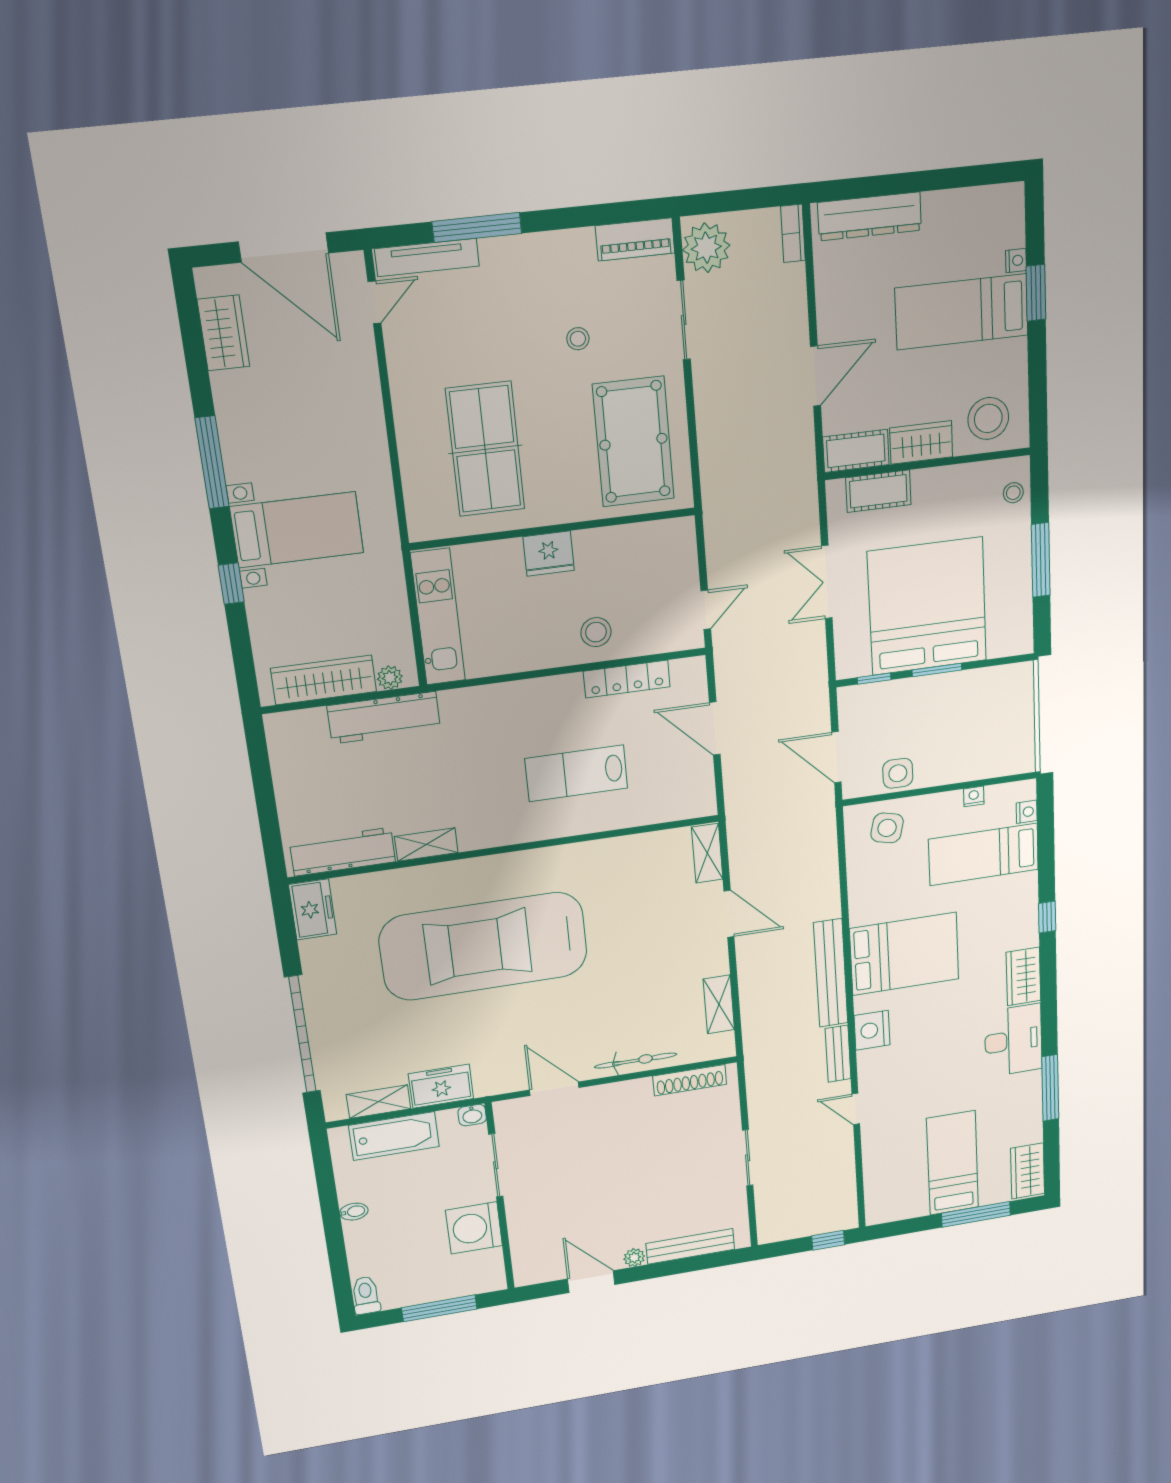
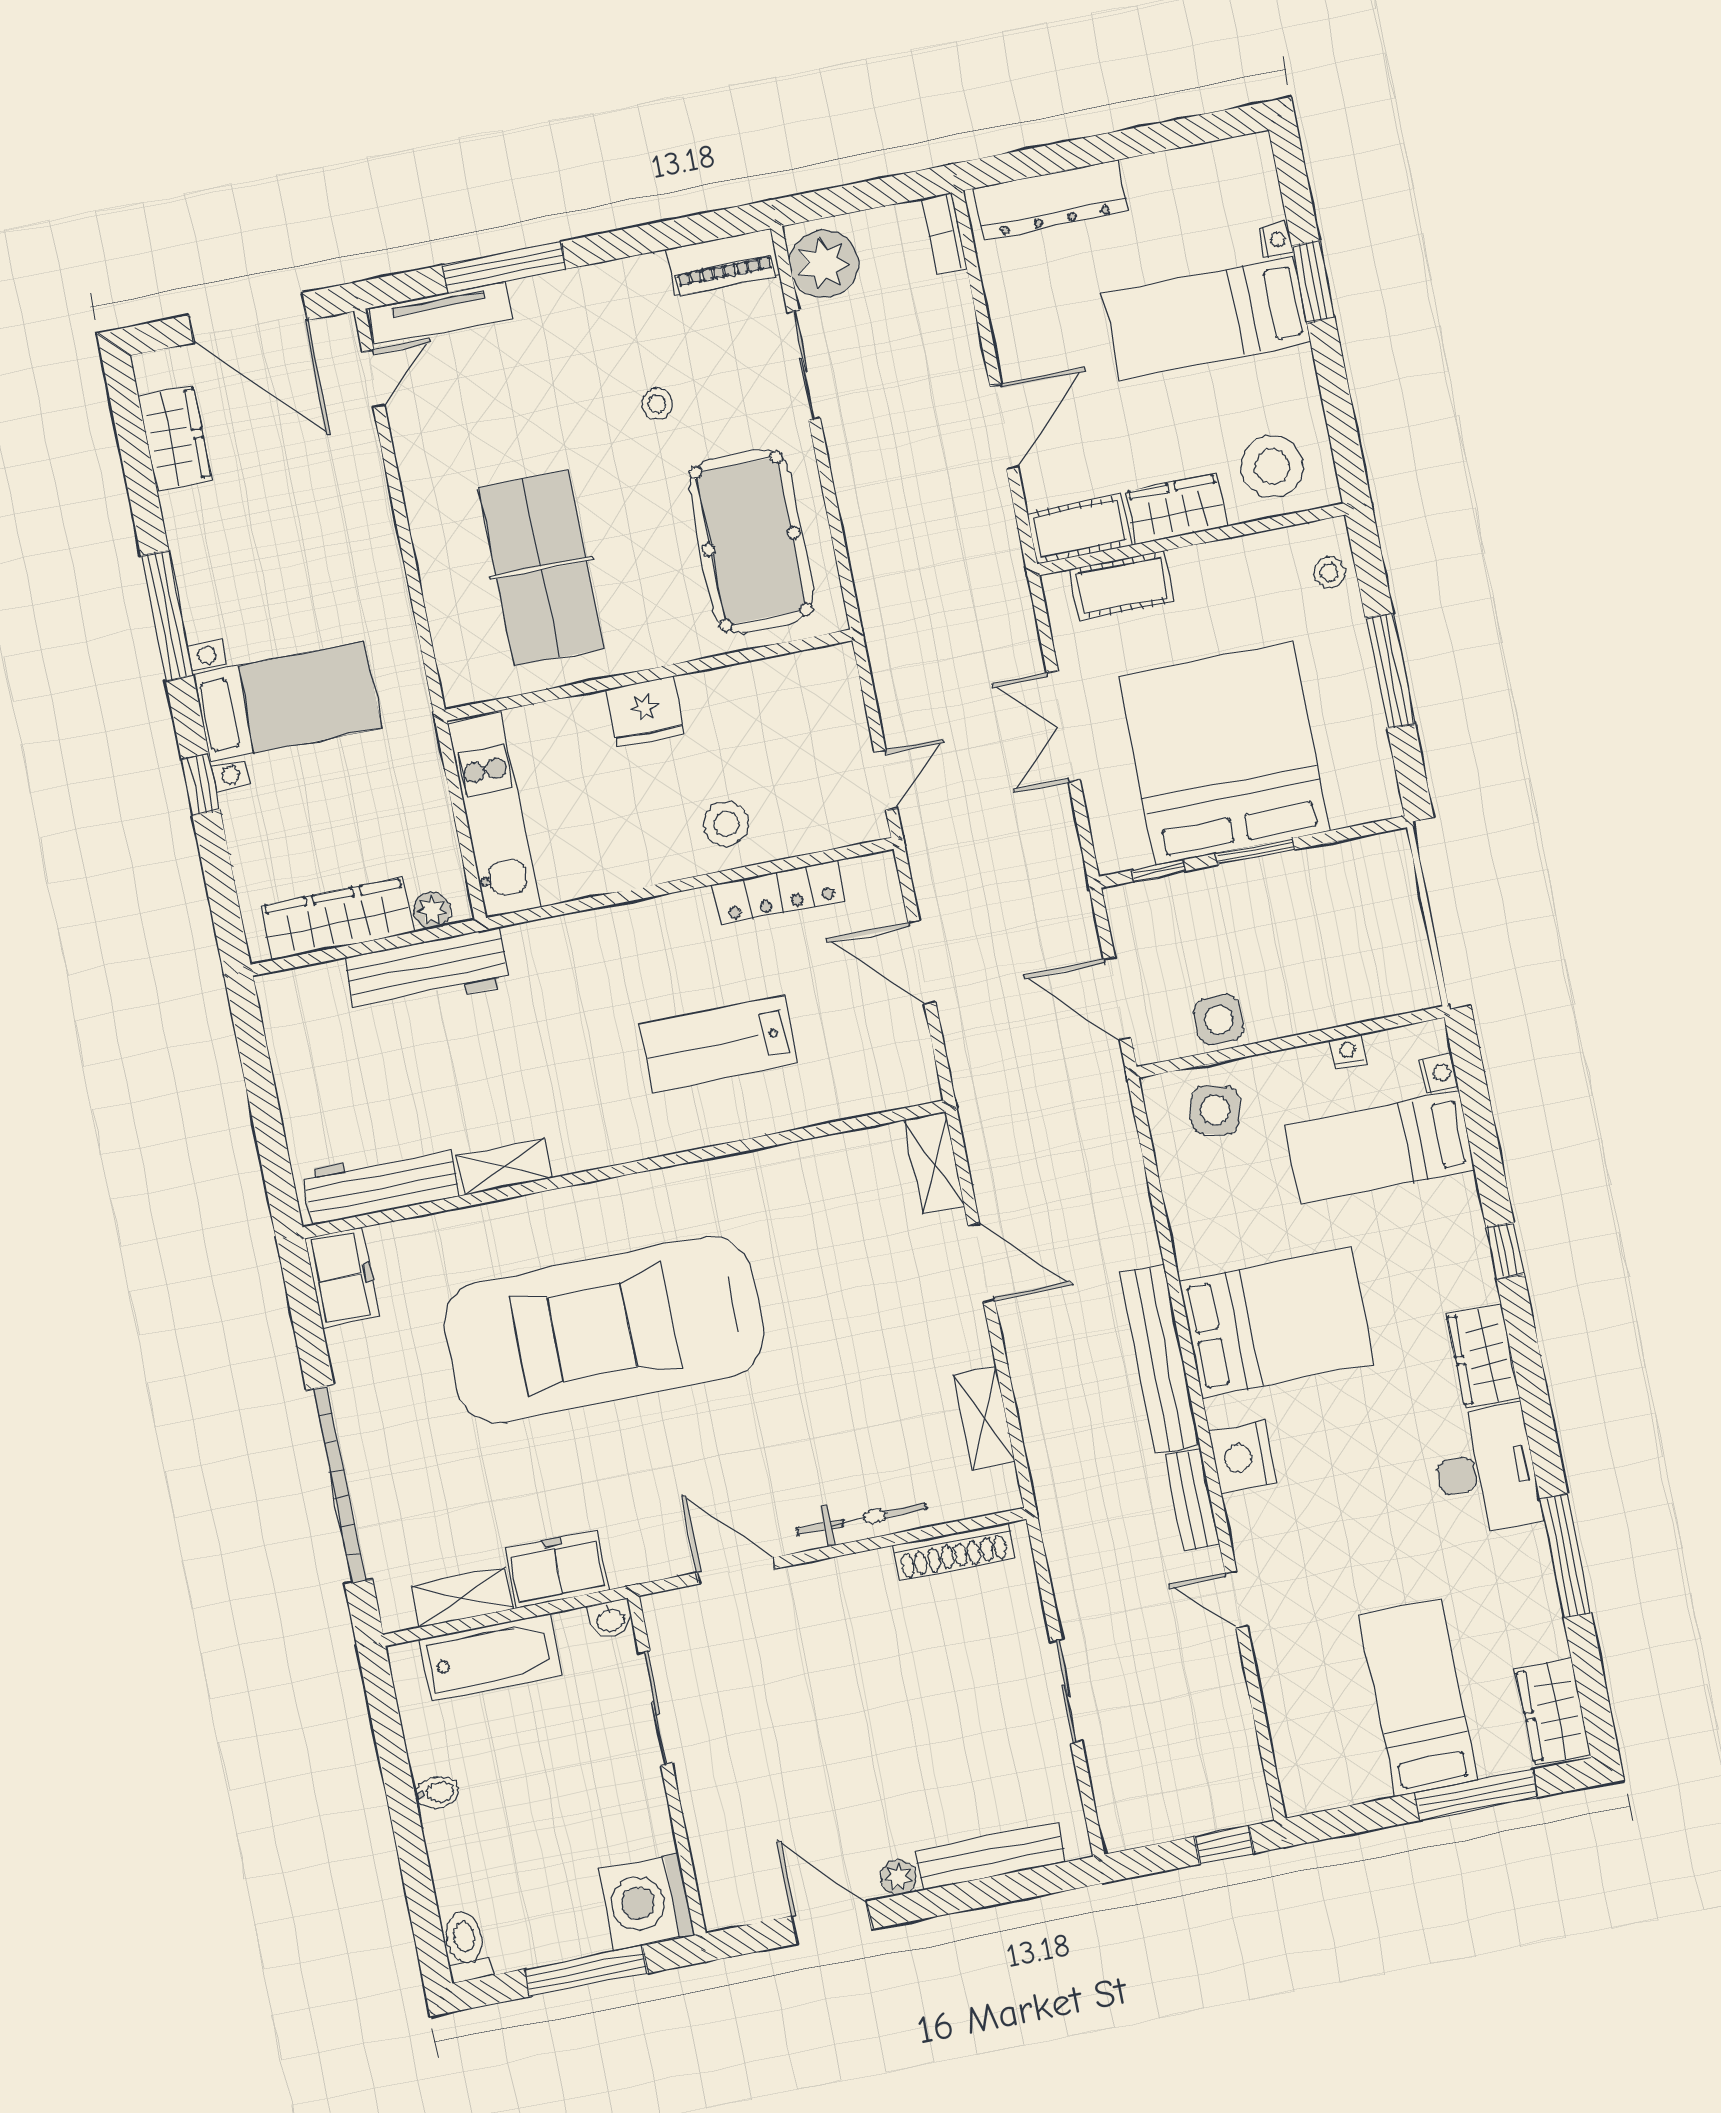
washing machine: (474, 1228) -> (646, 1902), moved

